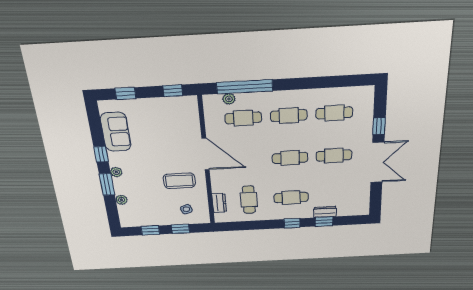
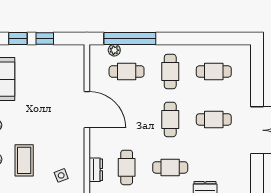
window: (173, 91) -> (45, 38), moved
cafe table: (289, 115) -> (170, 71), turned 90
window: (379, 126) -> (257, 89), removed
cafe table: (290, 158) -> (170, 119), turned 90
coffee table: (179, 181) -> (24, 160), moved, turned 90

